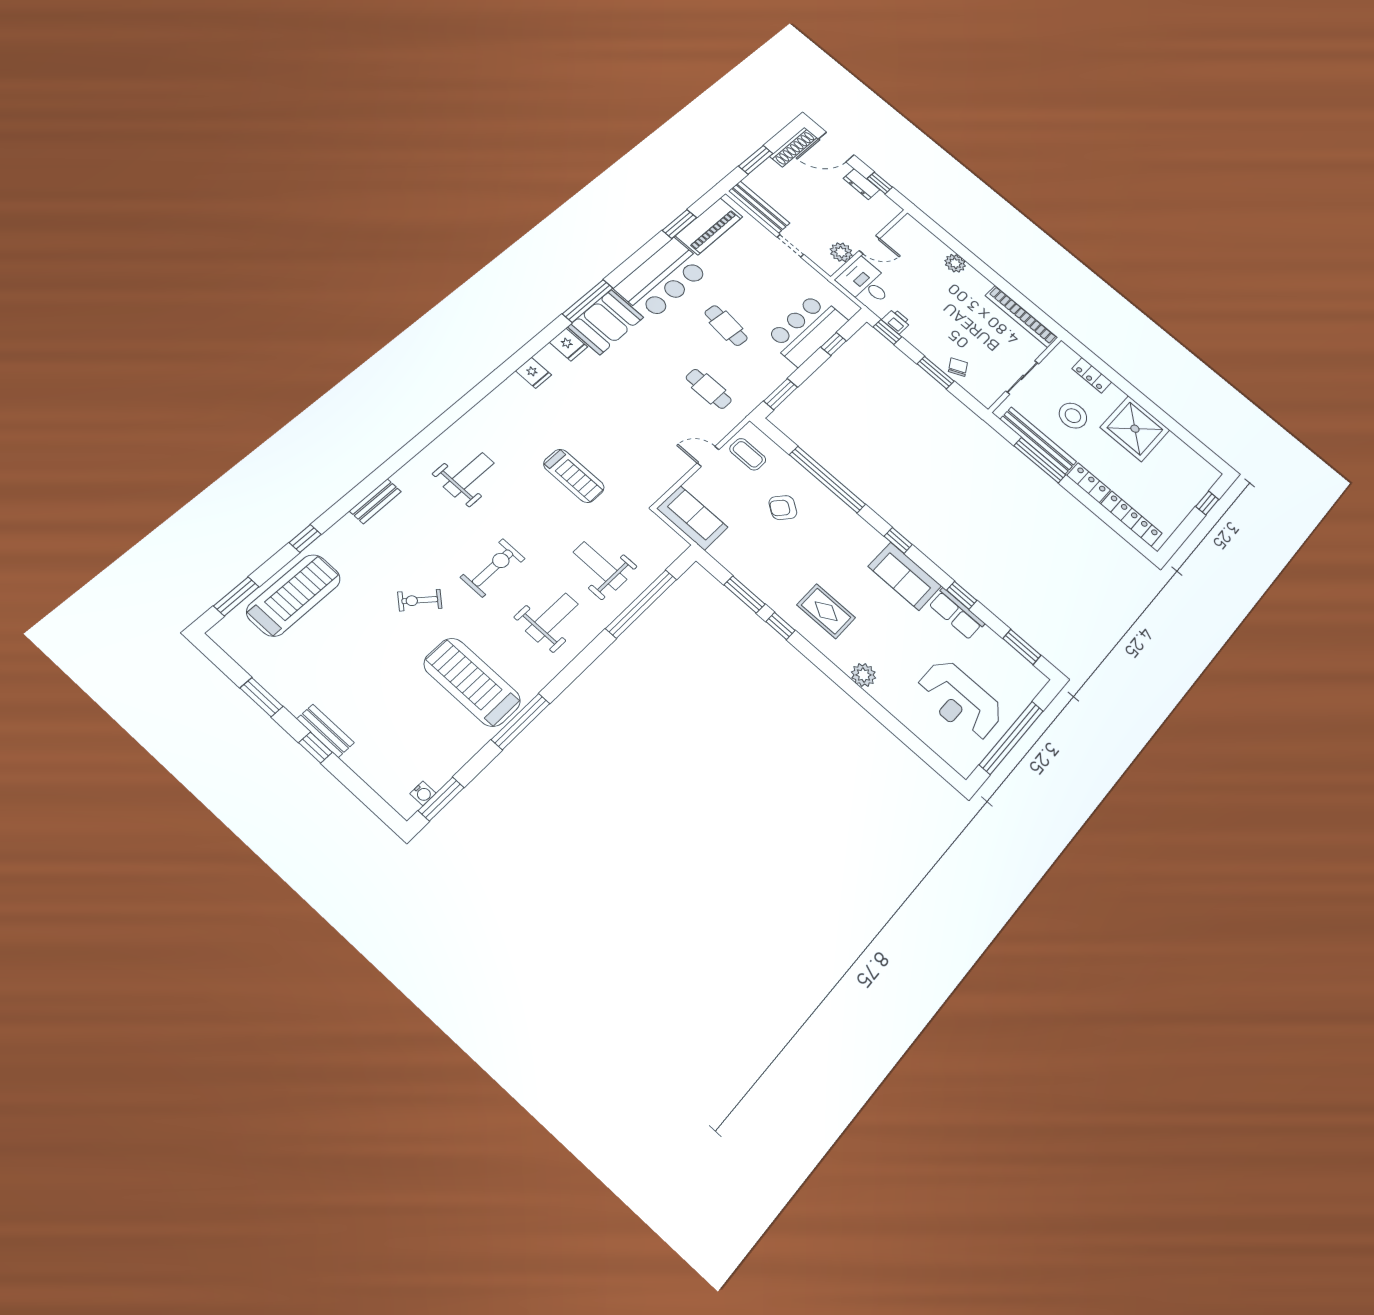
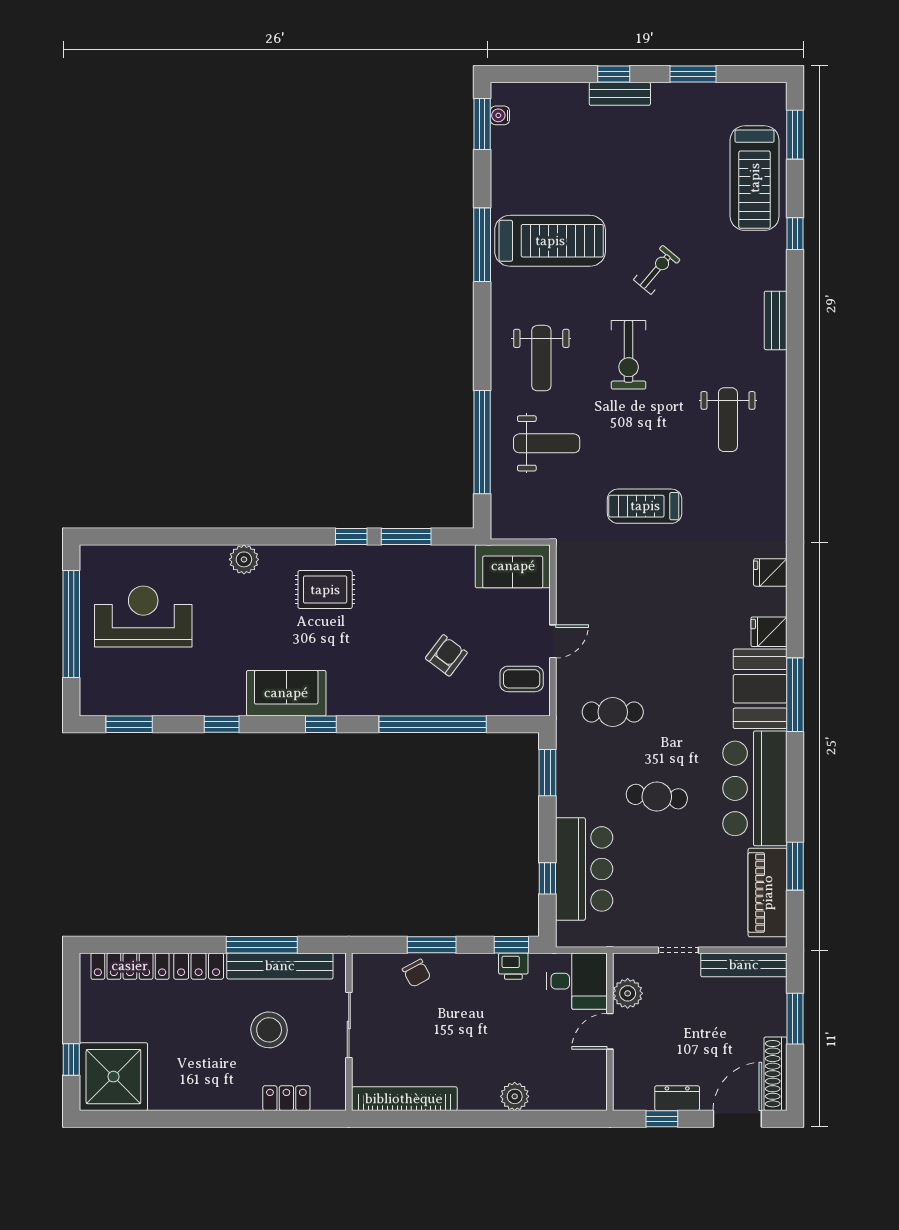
shower: (1135, 429) -> (113, 1077), moved
row of seats: (957, 614) -> (212, 701), removed

